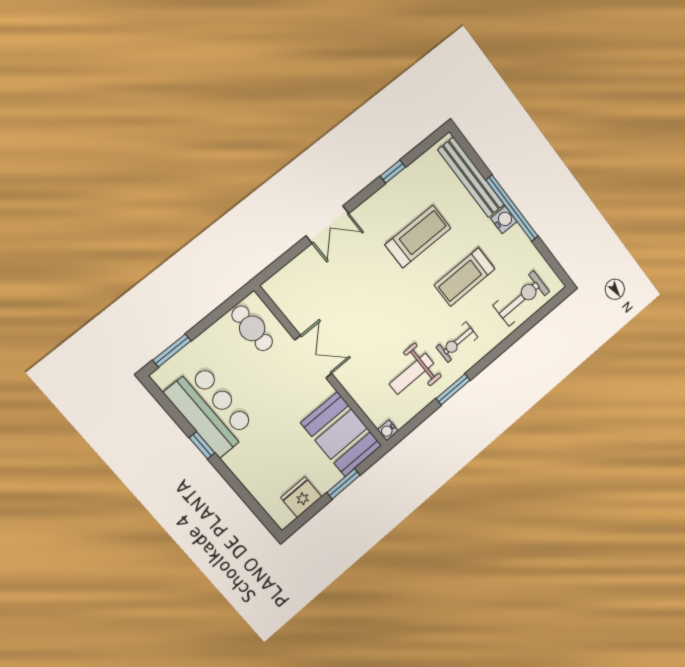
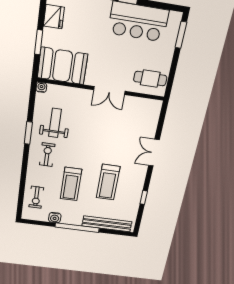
water cooler: (504, 220) -> (55, 218), moved
treadmill: (465, 277) -> (71, 184), turned 180
exercise bike: (521, 298) -> (36, 197), width x0.73, depth x0.72

